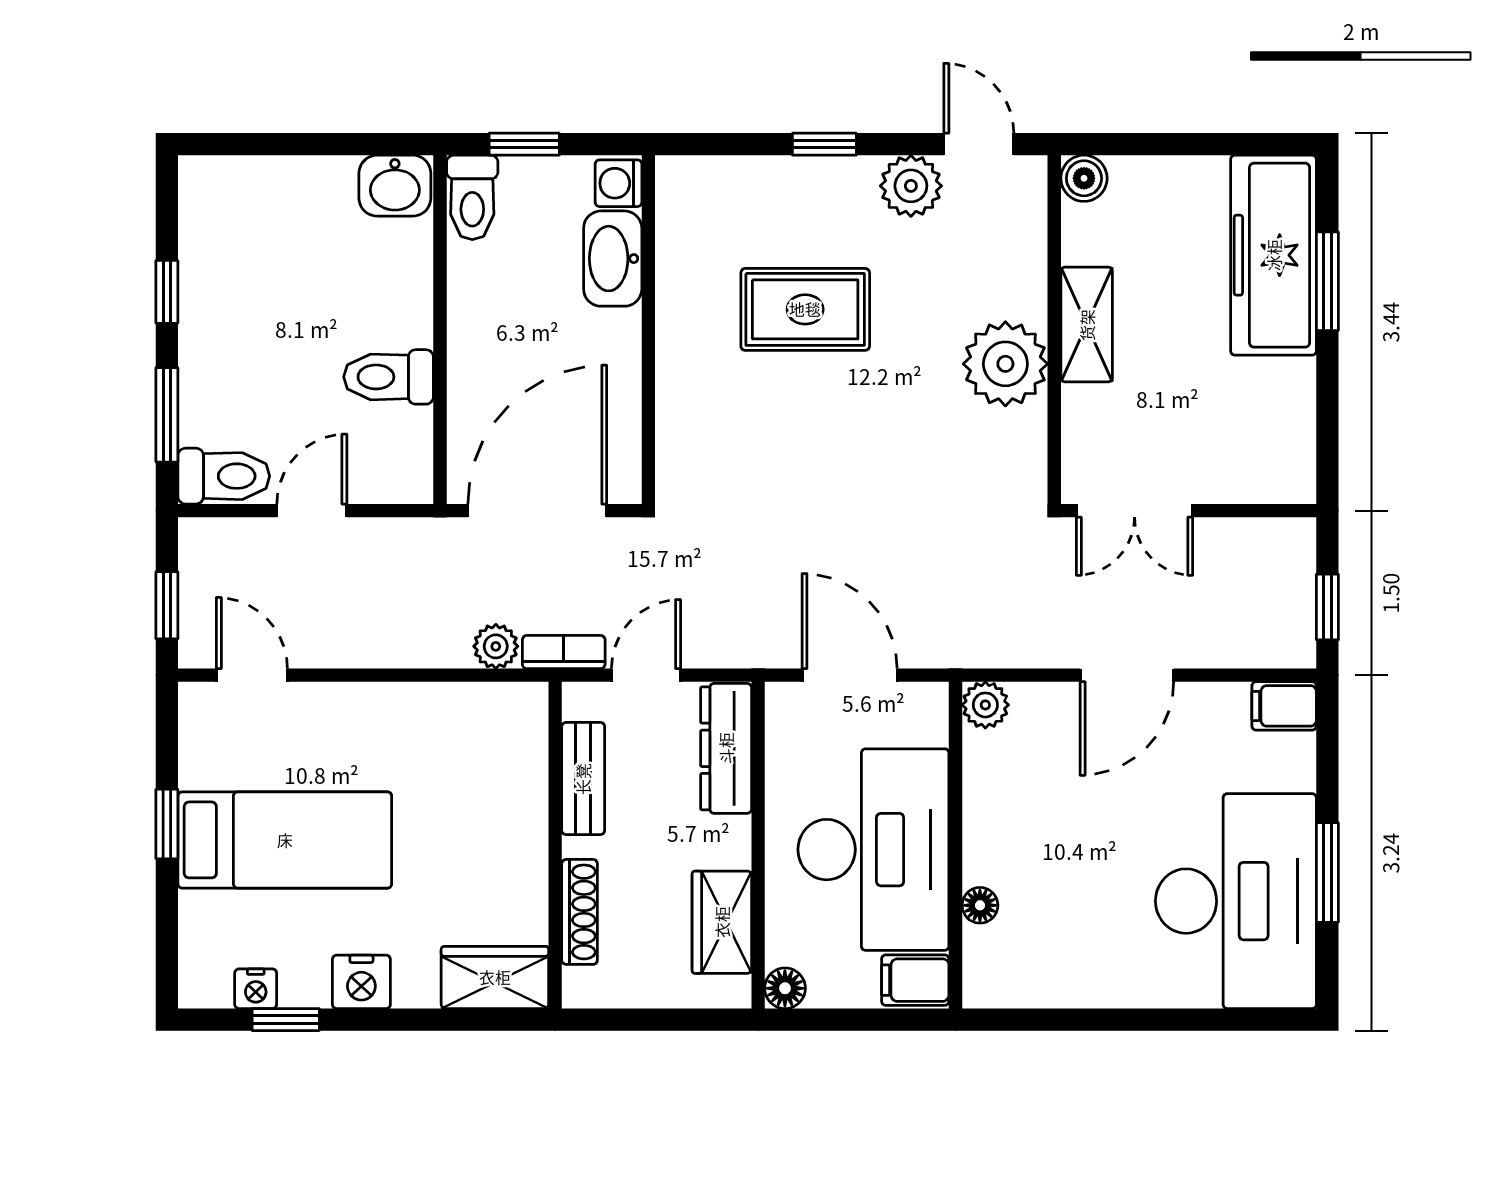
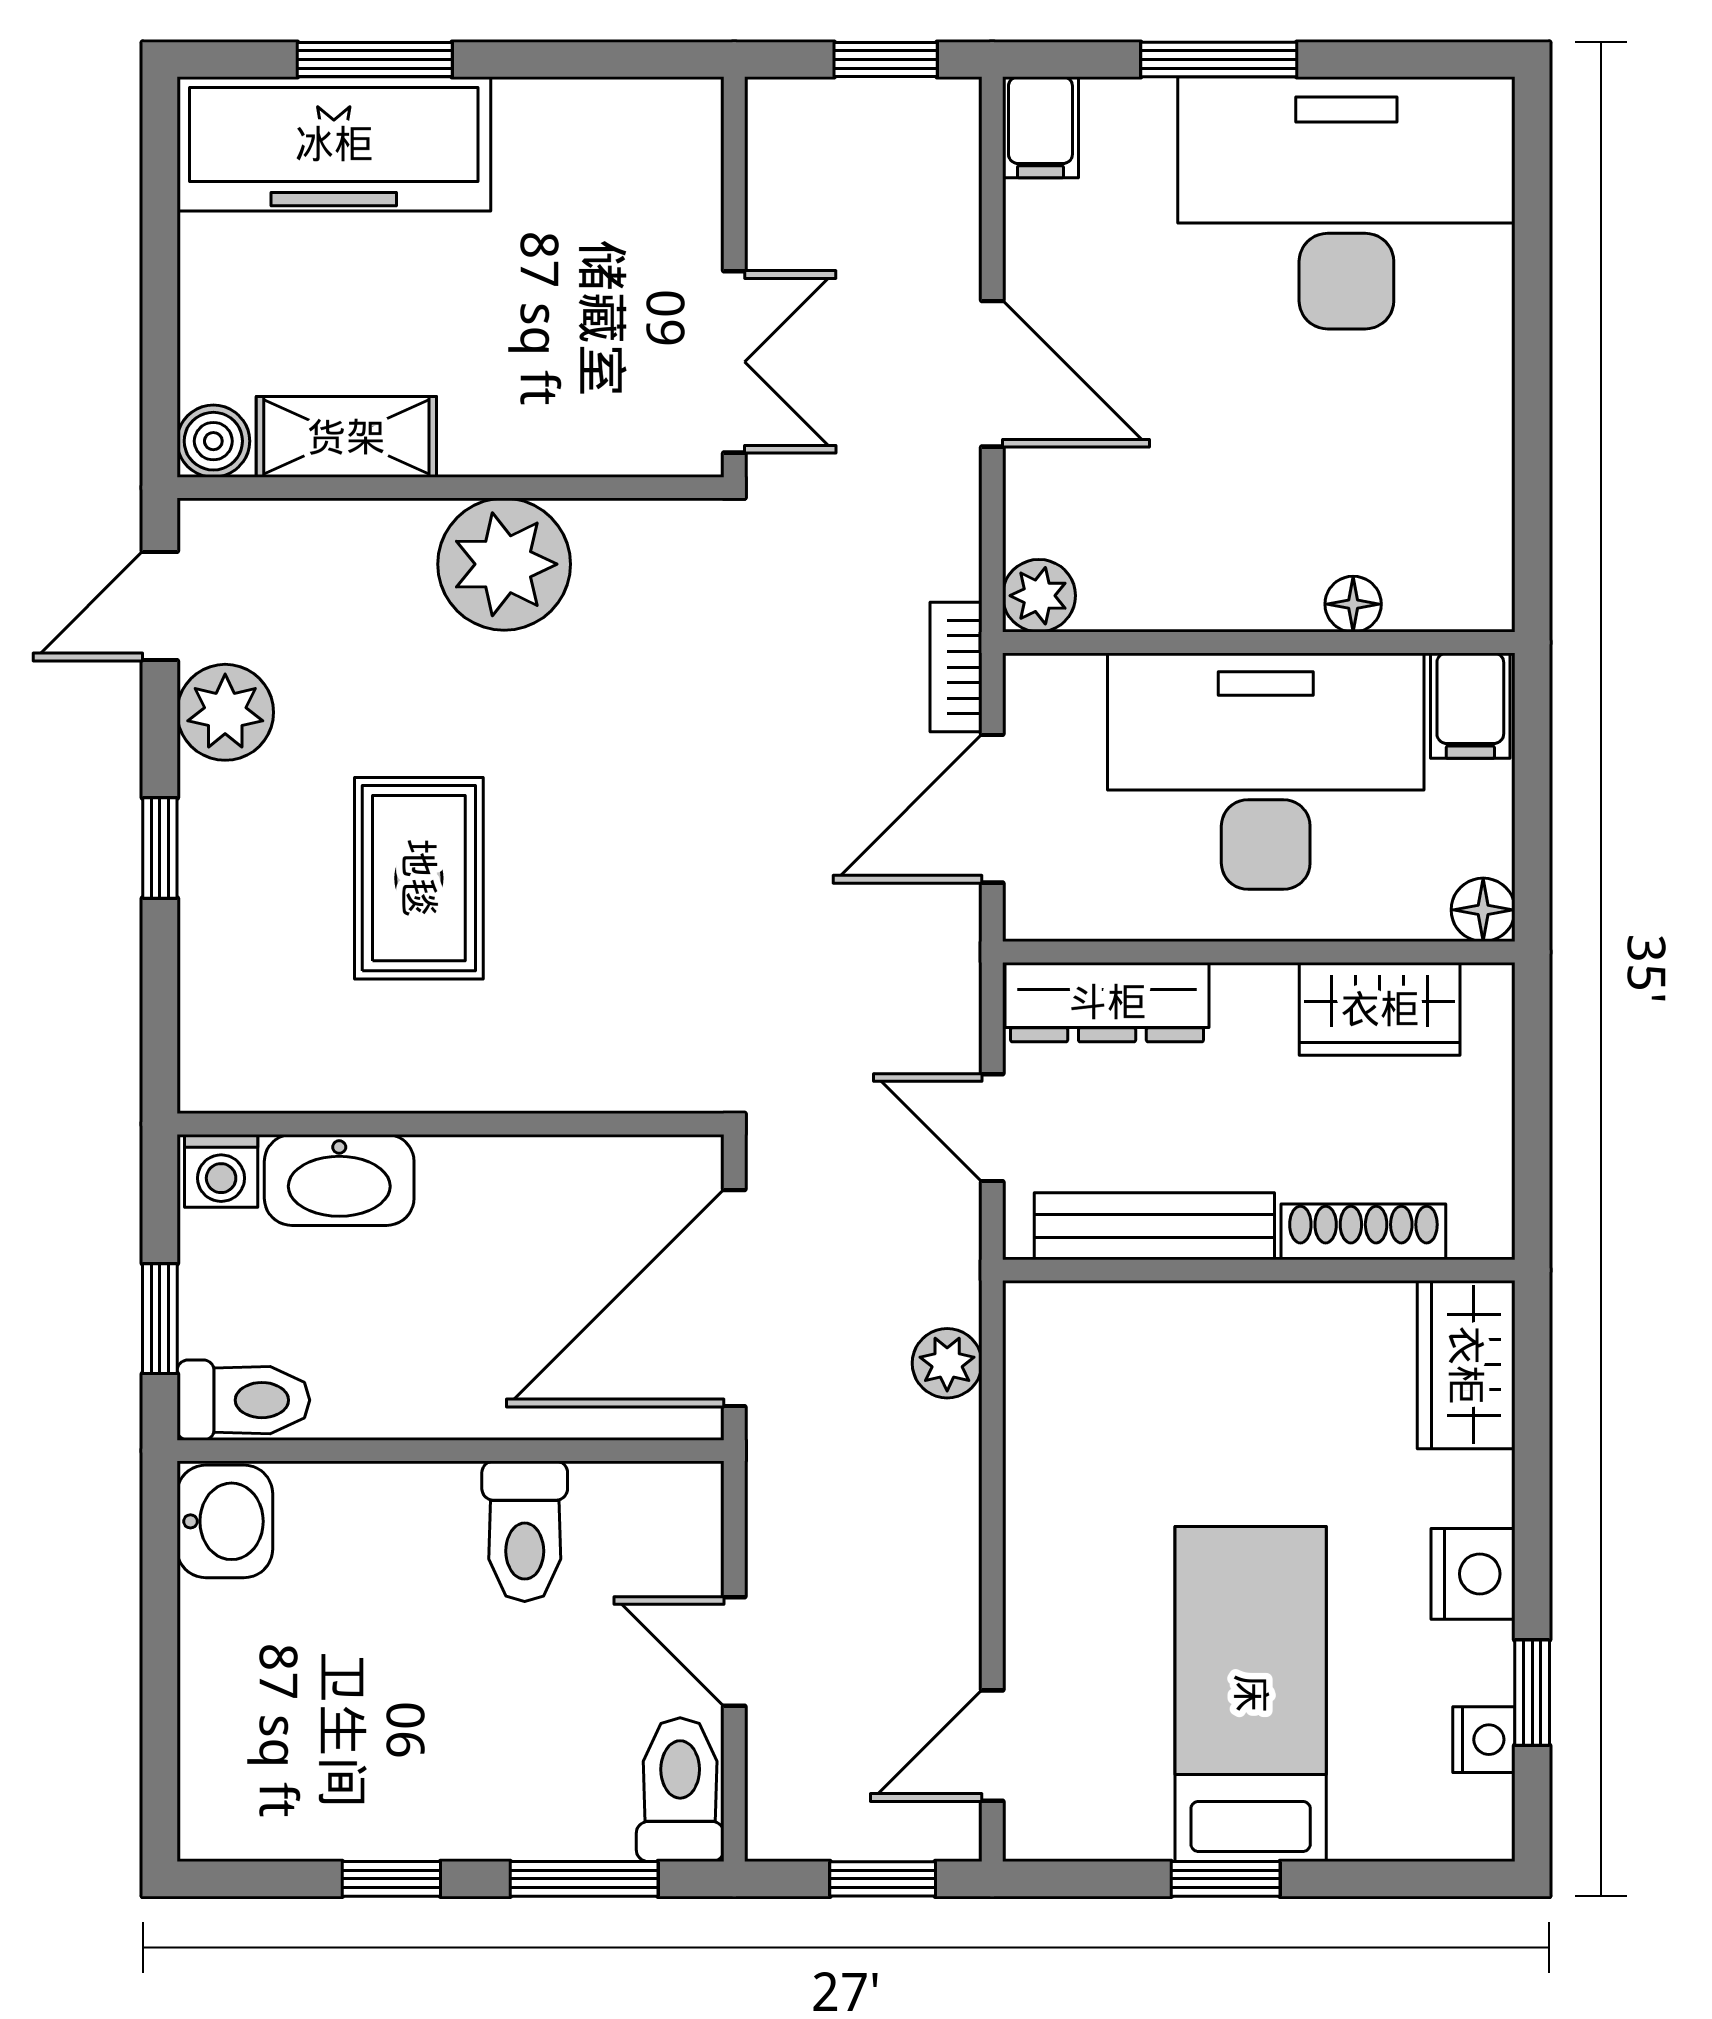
shelving: (1087, 325) -> (346, 437), moved
door: (537, 511) -> (734, 1298), hinge flipped
bookcase: (564, 652) -> (956, 667), moved
bench: (583, 779) -> (1154, 1226), width x1.36
window: (1327, 873) -> (1219, 59), moved

